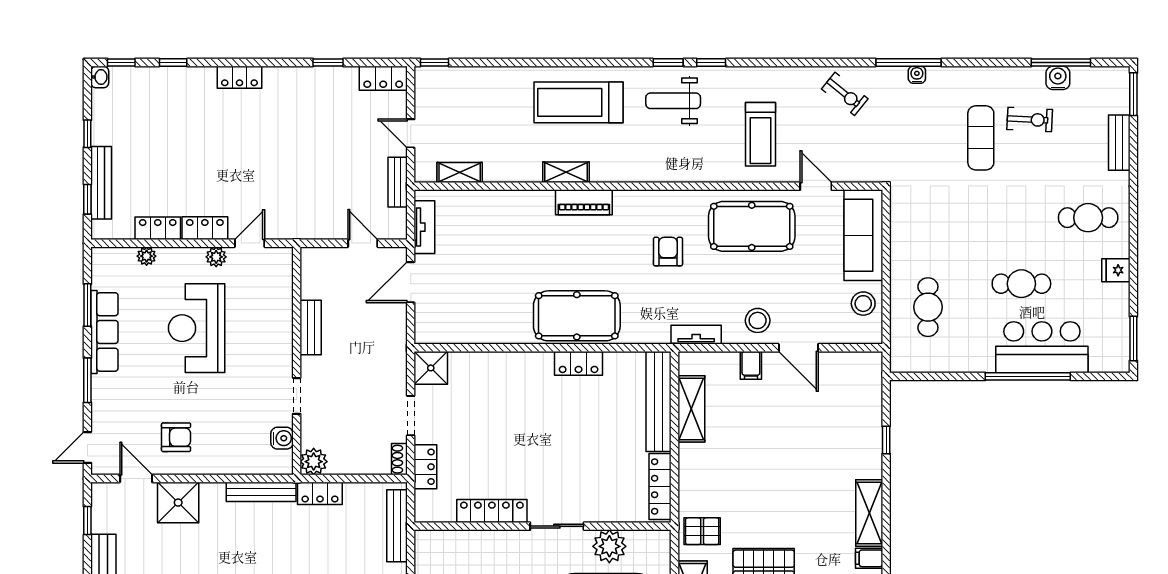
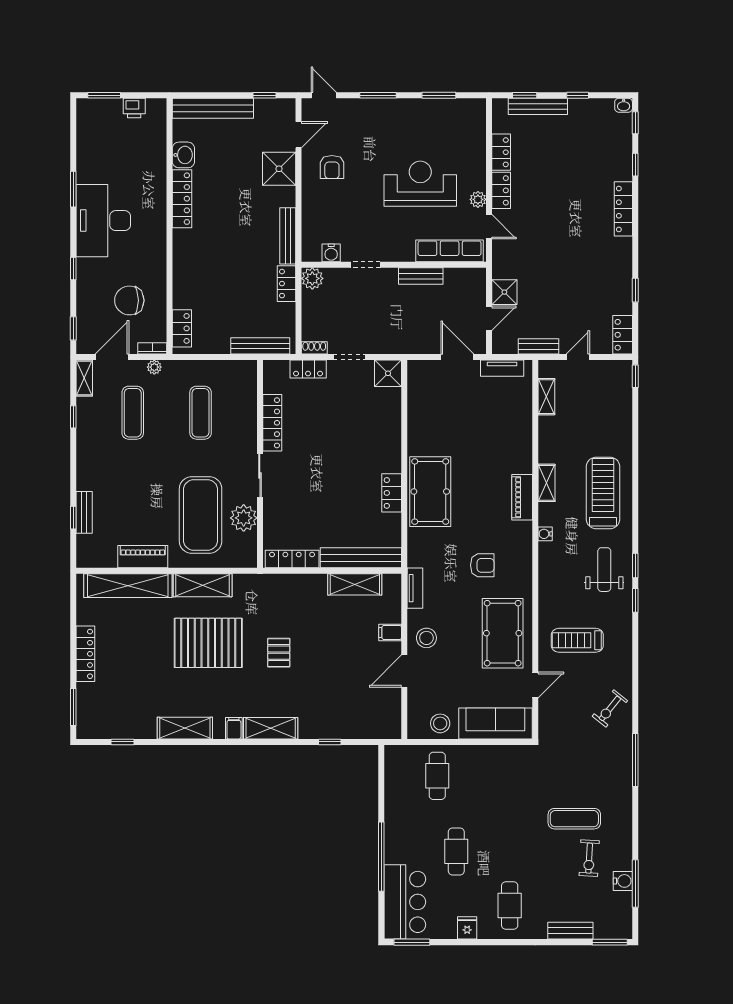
water cooler: (917, 75) -> (545, 534), moved, turned 180
locker: (239, 77) -> (623, 209), width x1.53
shower: (330, 224) -> (504, 292), added
plant: (147, 256) -> (479, 143), removed
cafe table: (928, 307) -> (437, 776), turned 90
row of seats: (104, 332) -> (450, 251), moved, turned 180
bar counter: (1042, 347) -> (405, 902), moved
pallet: (702, 531) -> (279, 653), moved

